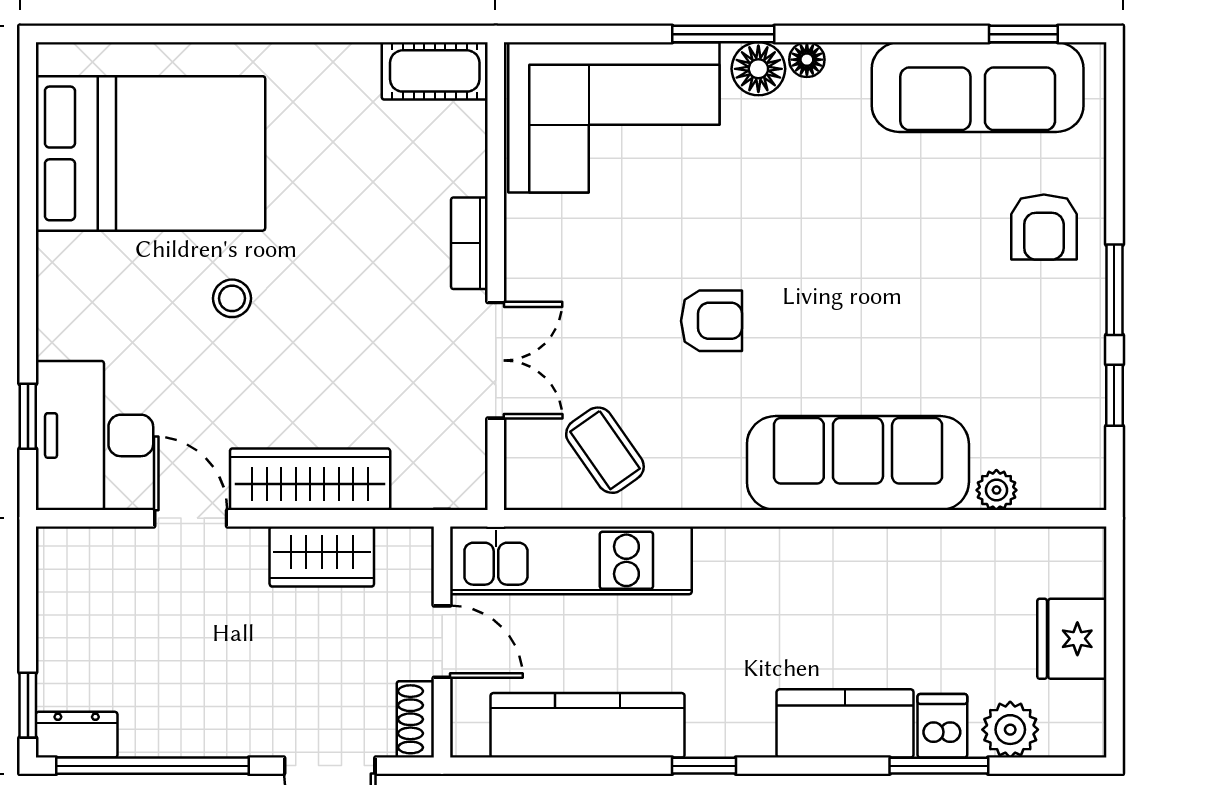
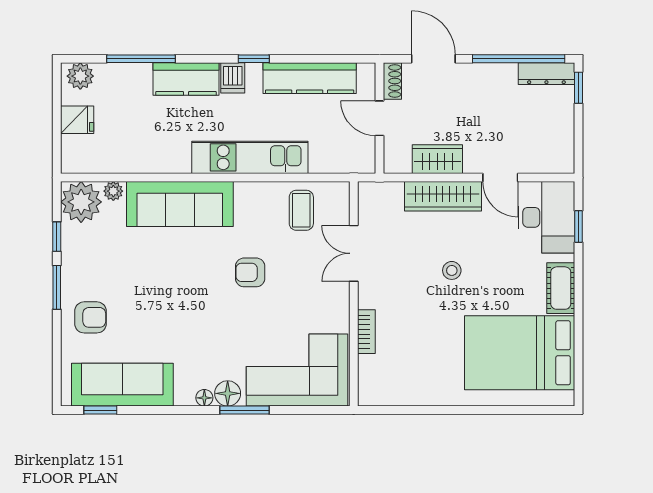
cot: (435, 71) -> (561, 288), moved, turned 90
armchair: (1044, 227) -> (90, 317), turned 90
bookcase: (469, 243) -> (366, 332), moved
stool: (232, 298) -> (452, 270), moved
coffee table: (605, 450) -> (301, 210), turned 35
plant: (1064, 467) -> (81, 202), added
kitchen unit: (571, 560) -> (250, 157), moved
fridge: (1072, 639) -> (77, 120), width x0.72
dishwasher: (942, 726) -> (233, 78), moved
plant: (1010, 730) -> (80, 76), moved
dresser: (77, 735) -> (546, 74), width x1.44
window: (939, 766) -> (141, 59), width x1.44

